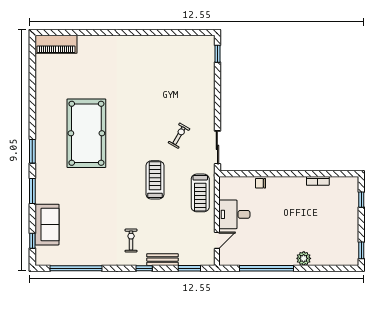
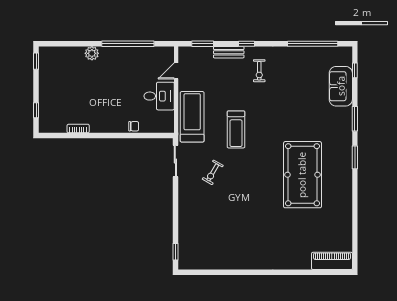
treadmill: (200, 193) -> (192, 117), width x1.37, depth x1.38

